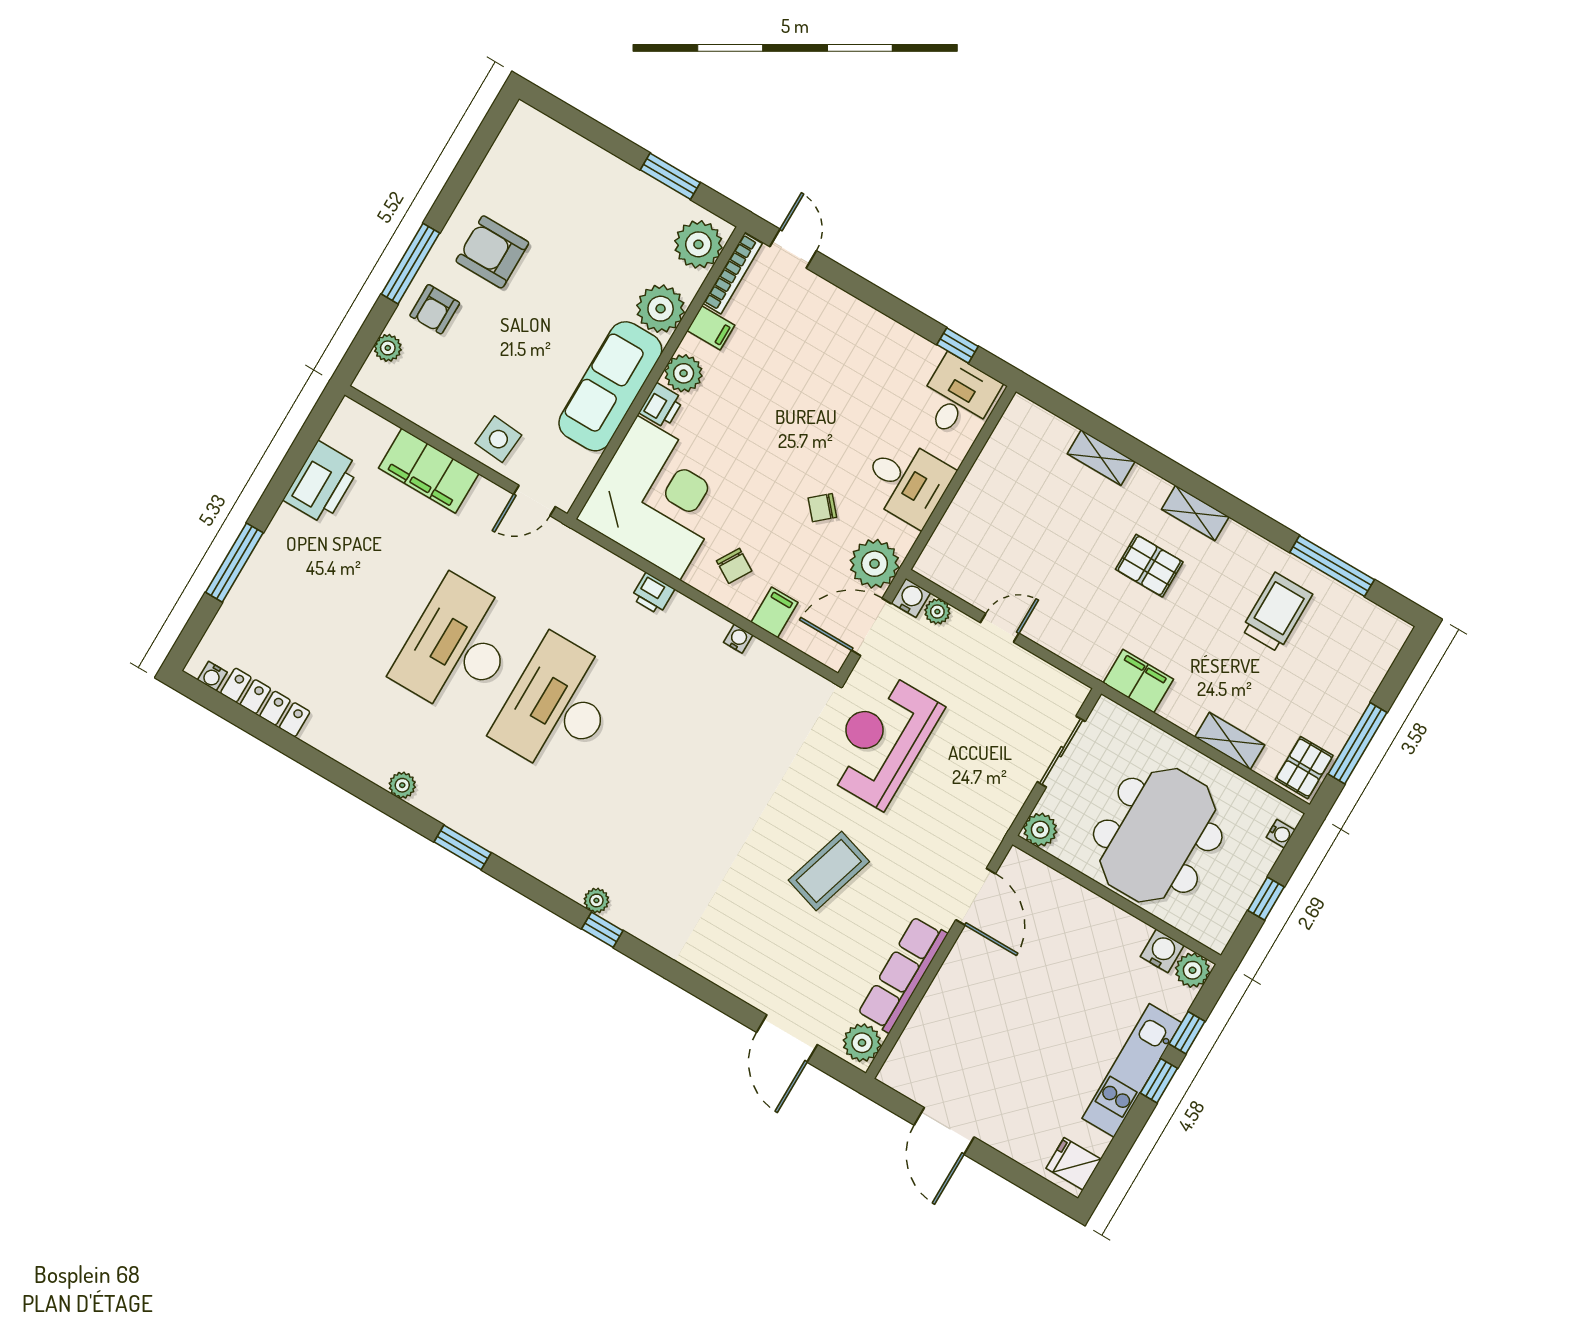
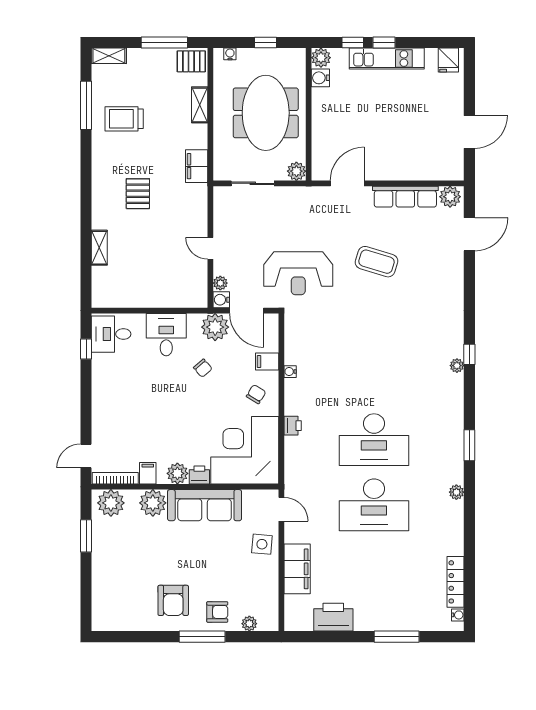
shelving: (1195, 513) -> (109, 56), moved, turned 90
meeting table: (1158, 835) -> (266, 113), turned 90

